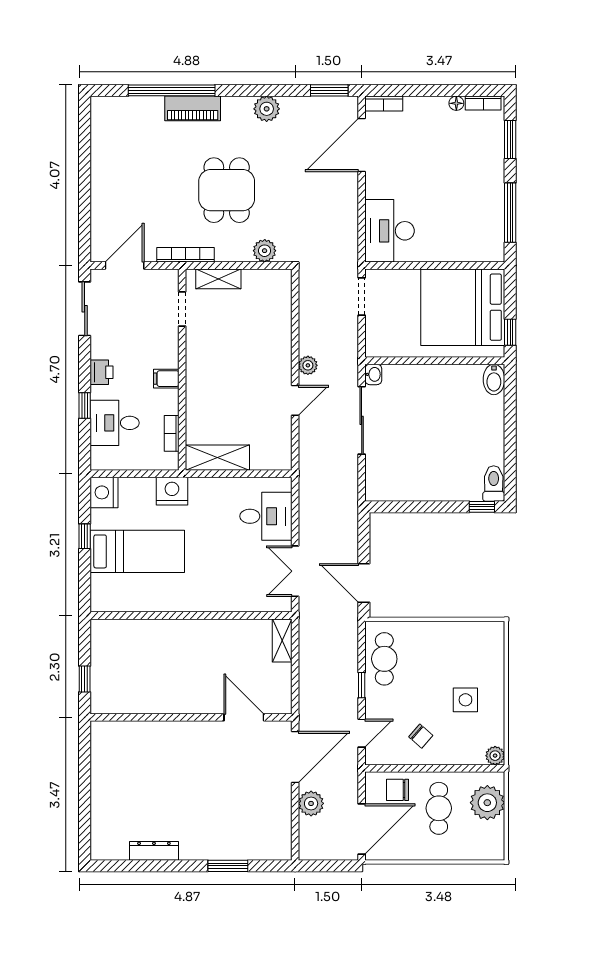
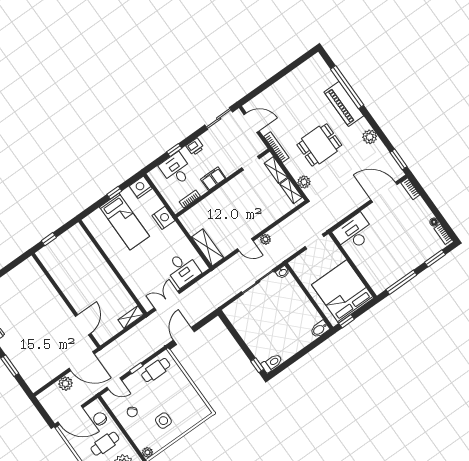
piano: (193, 108) -> (344, 104), width x1.37, depth x1.33
shelving: (264, 278) -> (291, 191), added
filing cabinet: (166, 379) -> (213, 179), width x2.00
shelving: (217, 458) -> (208, 247), moved

